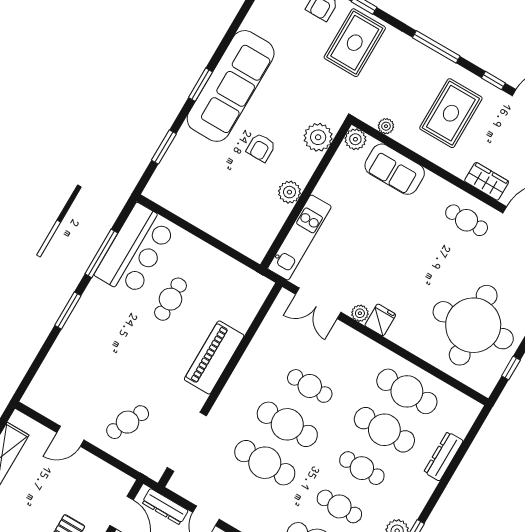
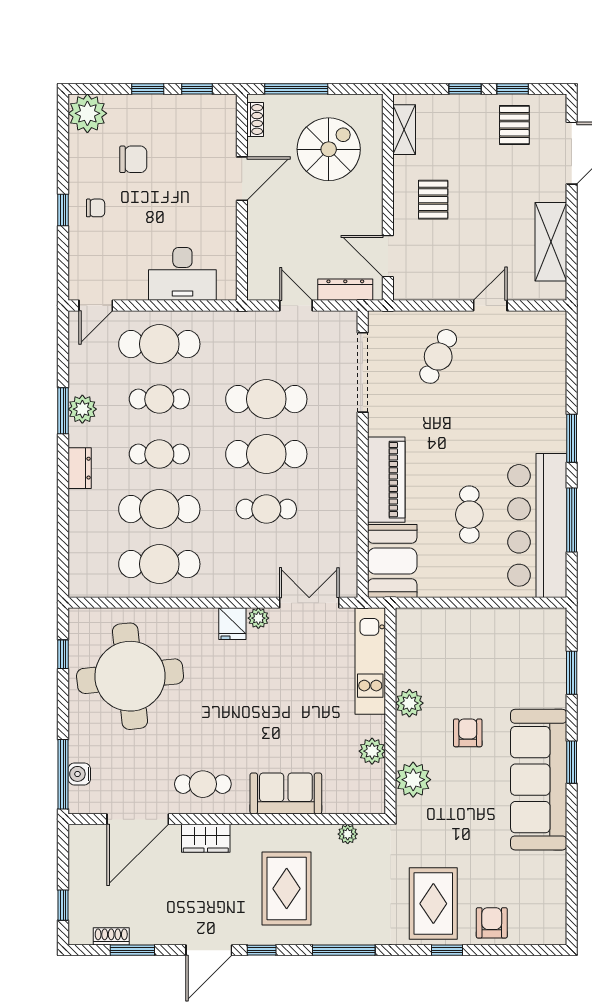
plant: (355, 139) -> (372, 751), moved
sofa: (395, 169) -> (286, 793), moved
bar counter: (135, 250) -> (537, 525), width x1.36
booth: (243, 298) -> (392, 561), added
dresser: (443, 456) -> (80, 468), moved, width x0.70

